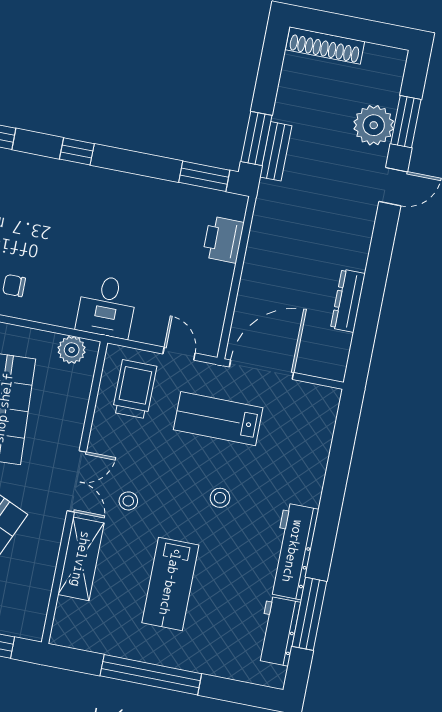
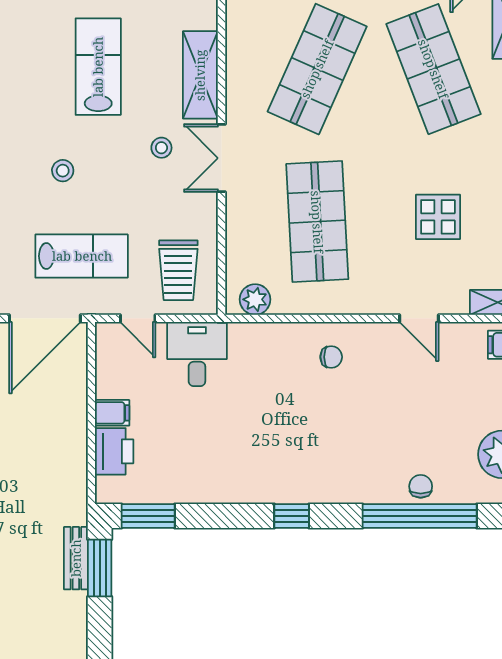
filing cabinet: (218, 274) -> (112, 413), added
desk: (107, 306) -> (197, 354), moved

